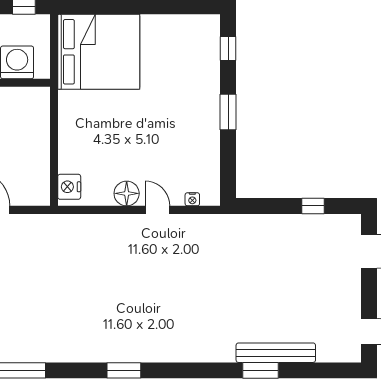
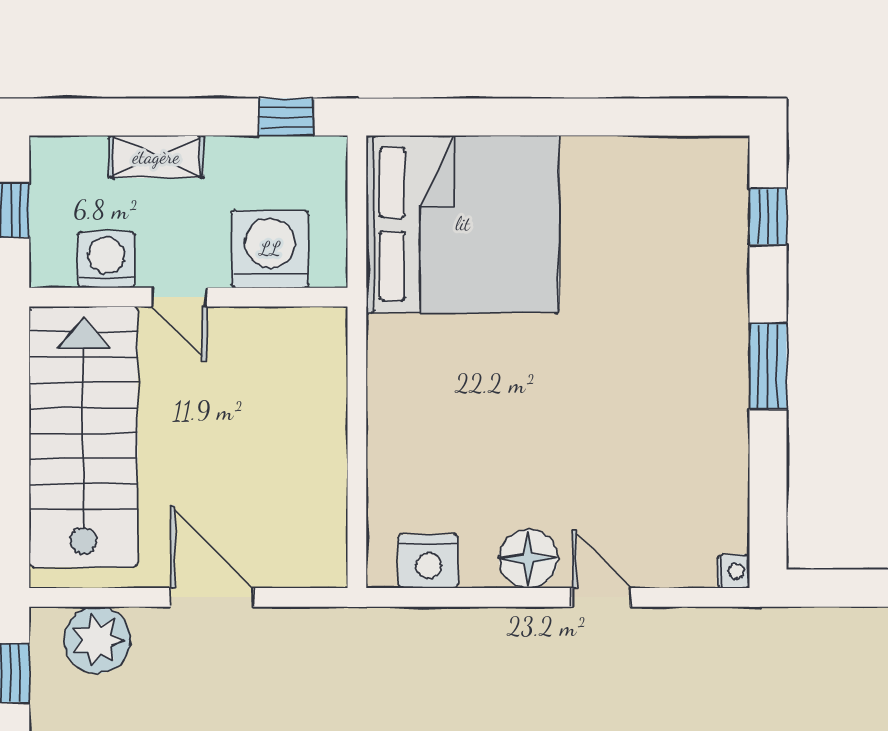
nightstand: (69, 187) -> (428, 561), moved, turned -90
nightstand: (192, 199) -> (734, 571), moved, turned -90

